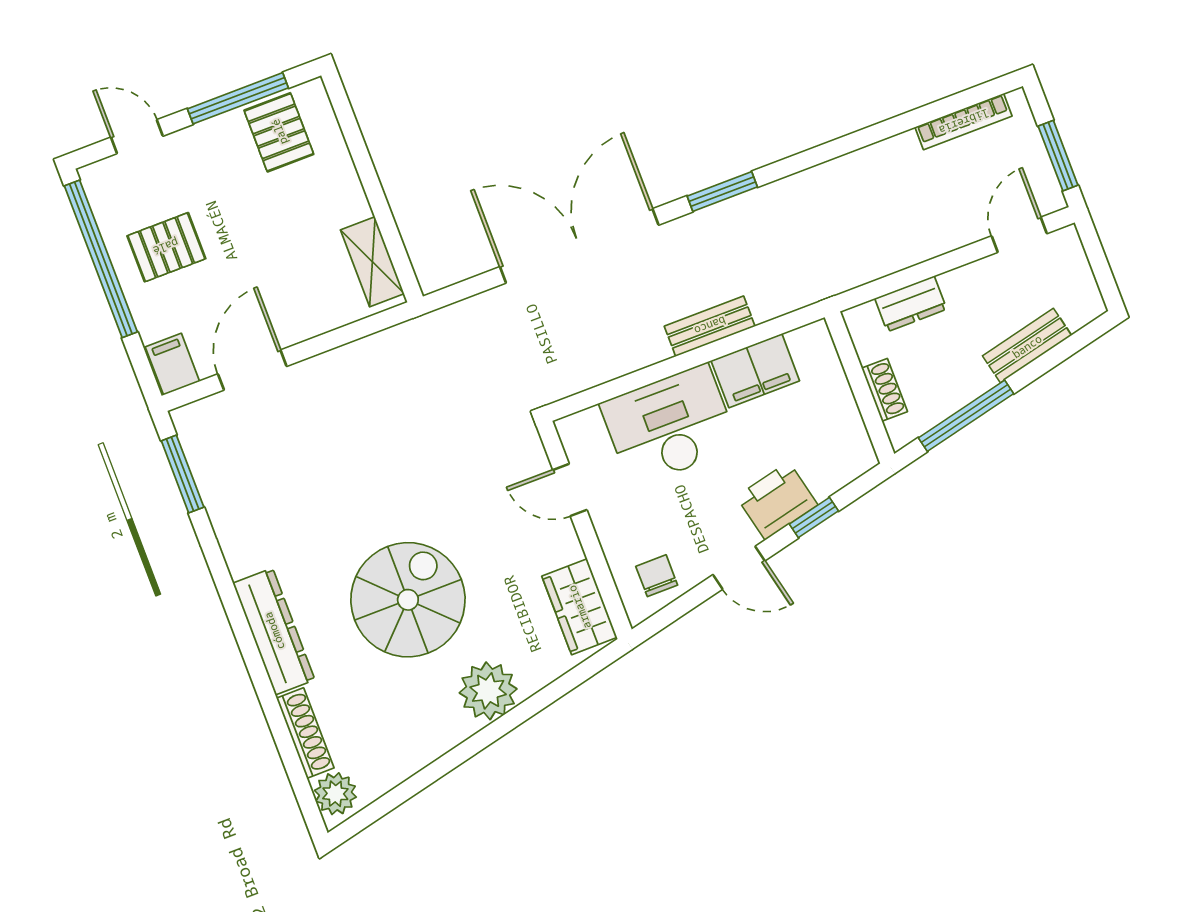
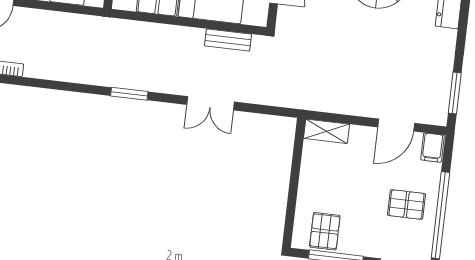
double door: (579, 246) -> (210, 103), width x0.54
shelving: (372, 262) -> (326, 131), moved, turned 90
bench: (710, 326) -> (228, 40), moved

